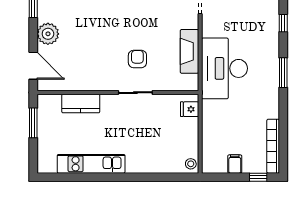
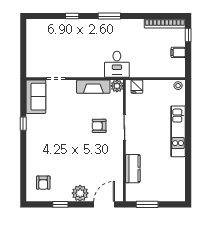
desk: (224, 68) -> (117, 64), width x0.53, depth x0.77
plant: (190, 83) -> (117, 86), added
kitchen unit: (91, 164) -> (178, 131), moved

